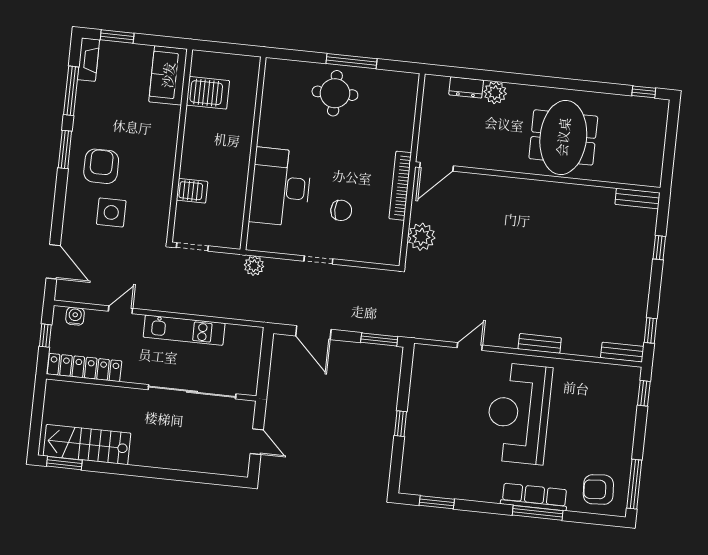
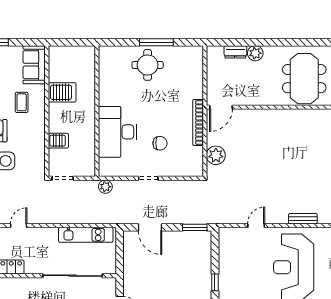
server rack: (208, 93) -> (62, 92), moved
coffee table: (144, 129) -> (22, 102), added
kitchen unit: (184, 330) -> (86, 235), moved

